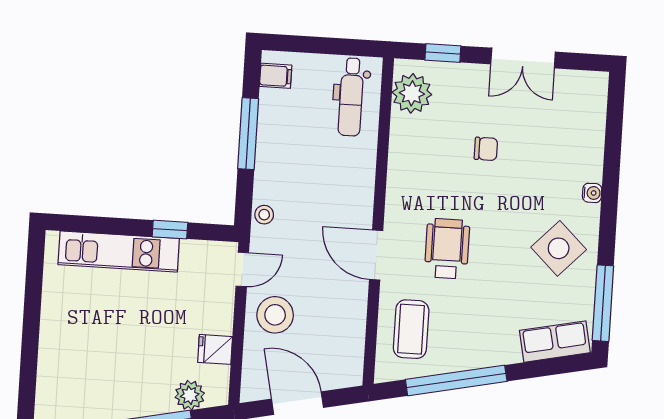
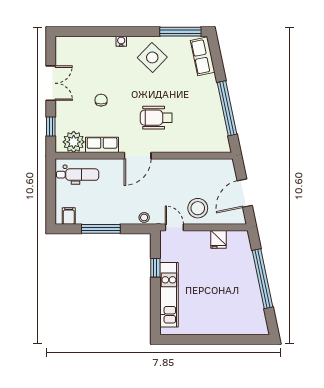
row of seats: (403, 145) -> (102, 145), added
door: (376, 255) -> (138, 156), moved
coffee table: (411, 329) -> (201, 134), removed
plant: (190, 395) -> (244, 252), removed

